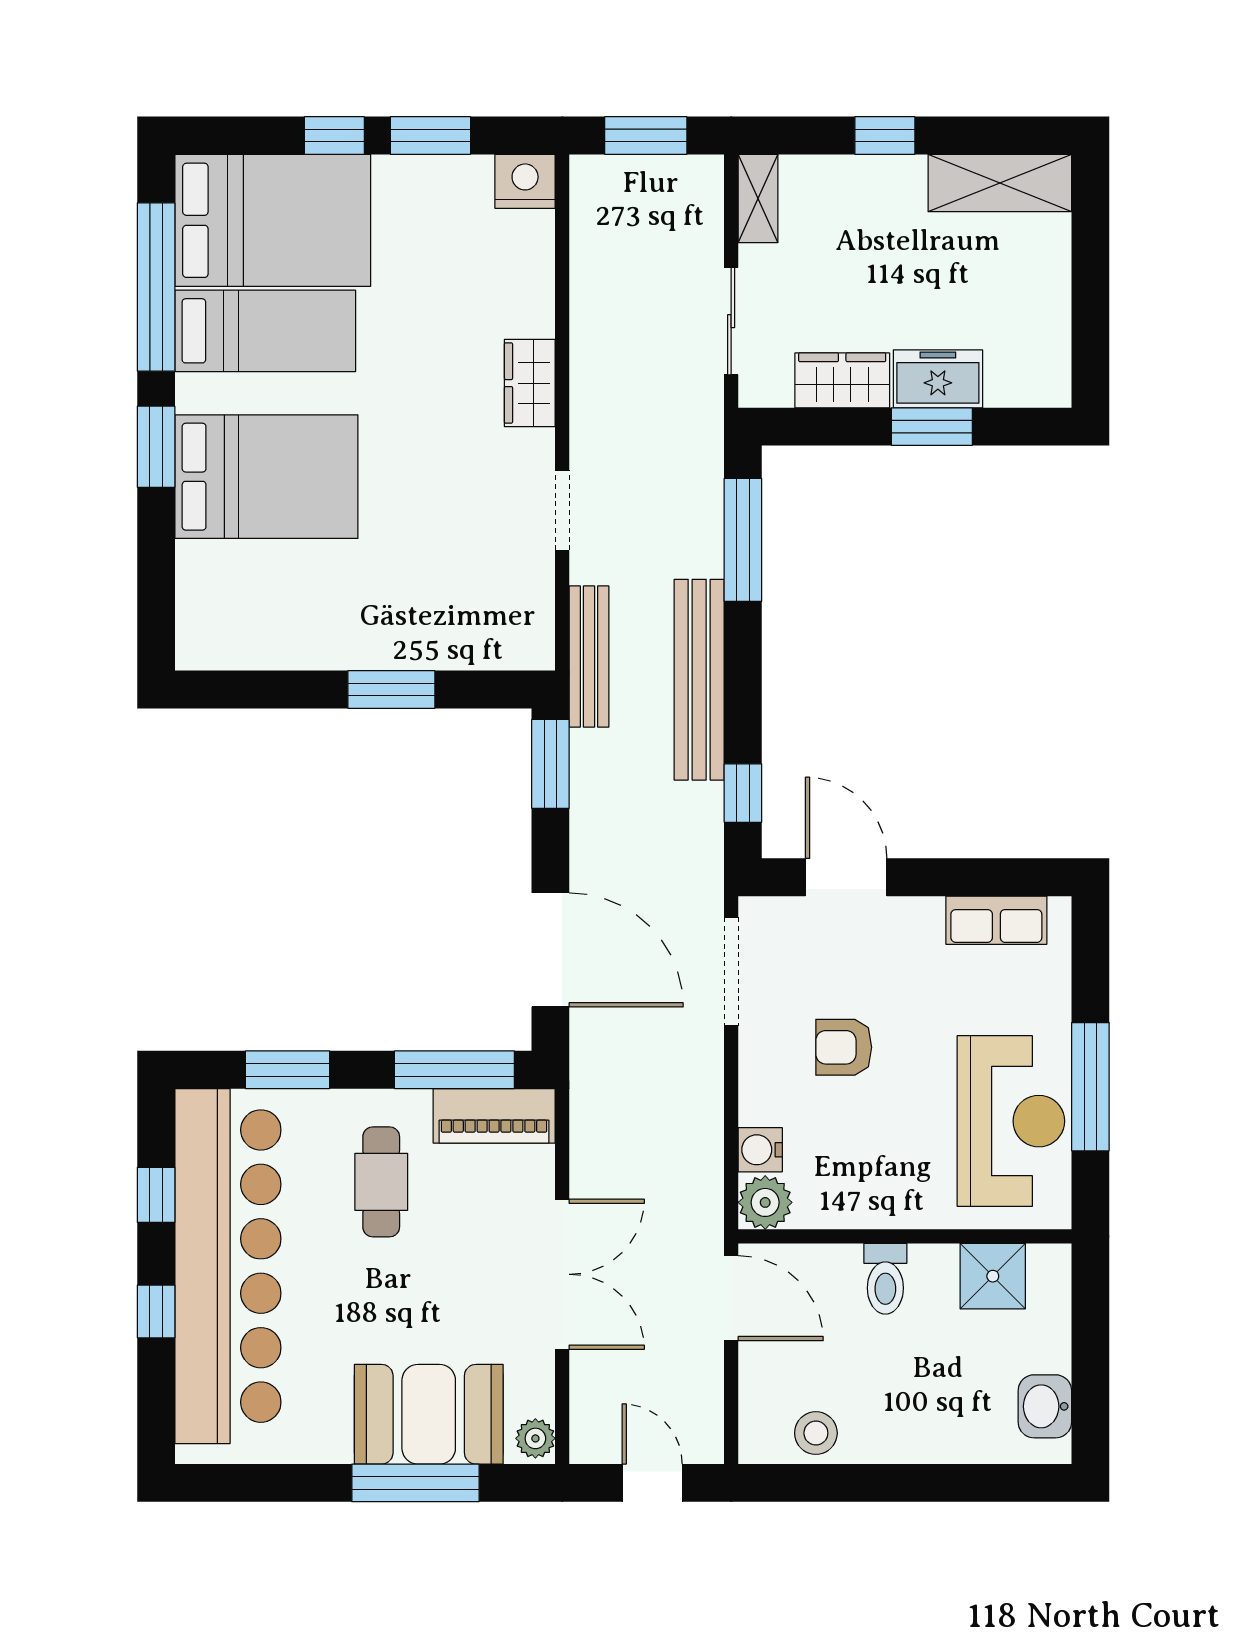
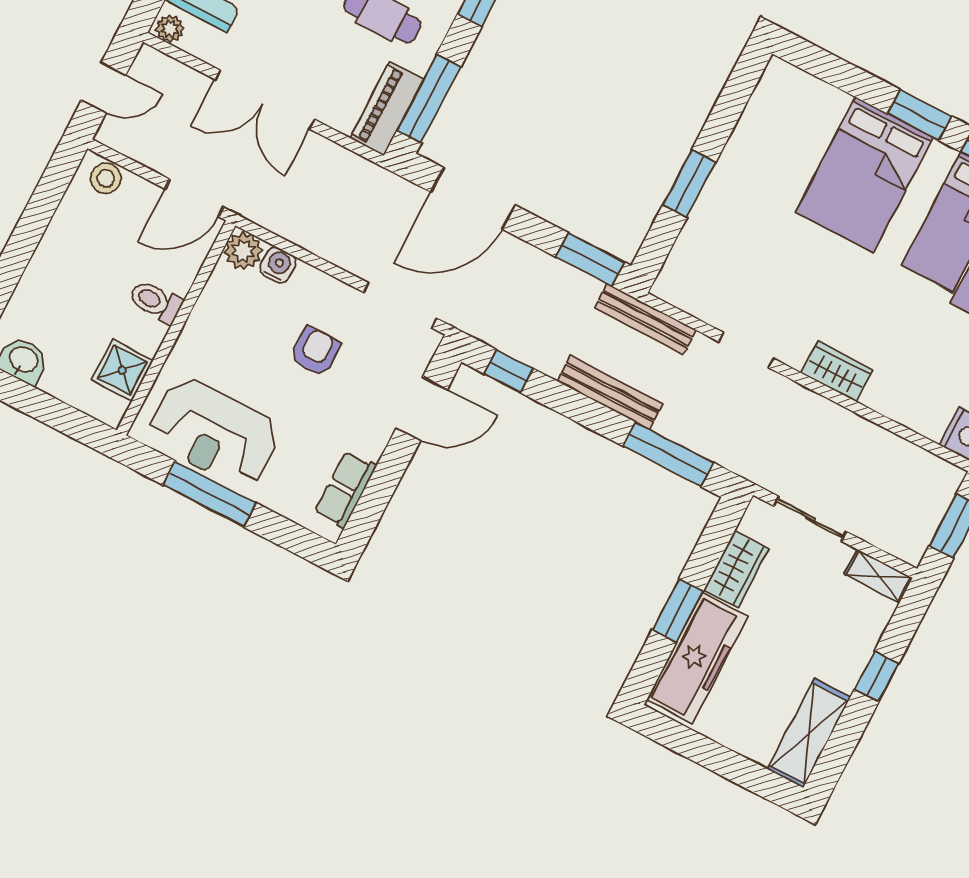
freezer: (938, 379) -> (697, 658), width x1.91, depth x1.26
bench: (699, 680) -> (610, 392), width x0.73, depth x0.82
stool: (816, 1433) -> (106, 178), moved

